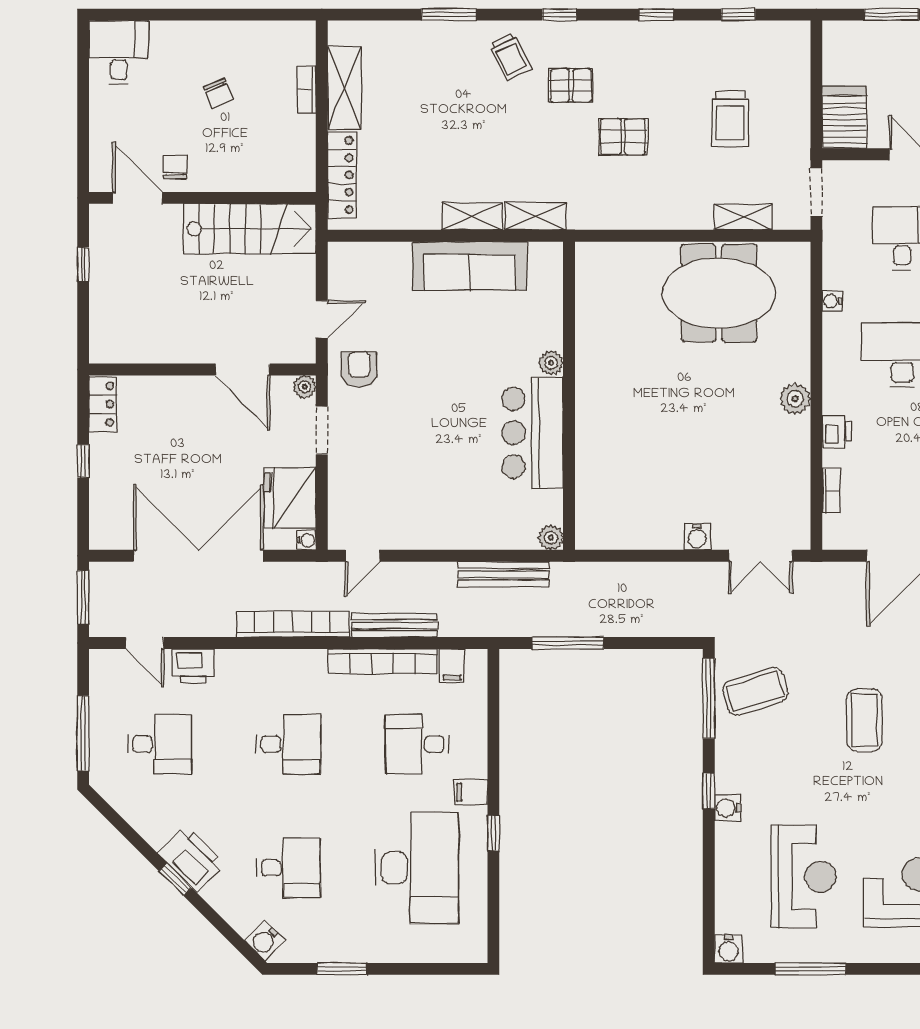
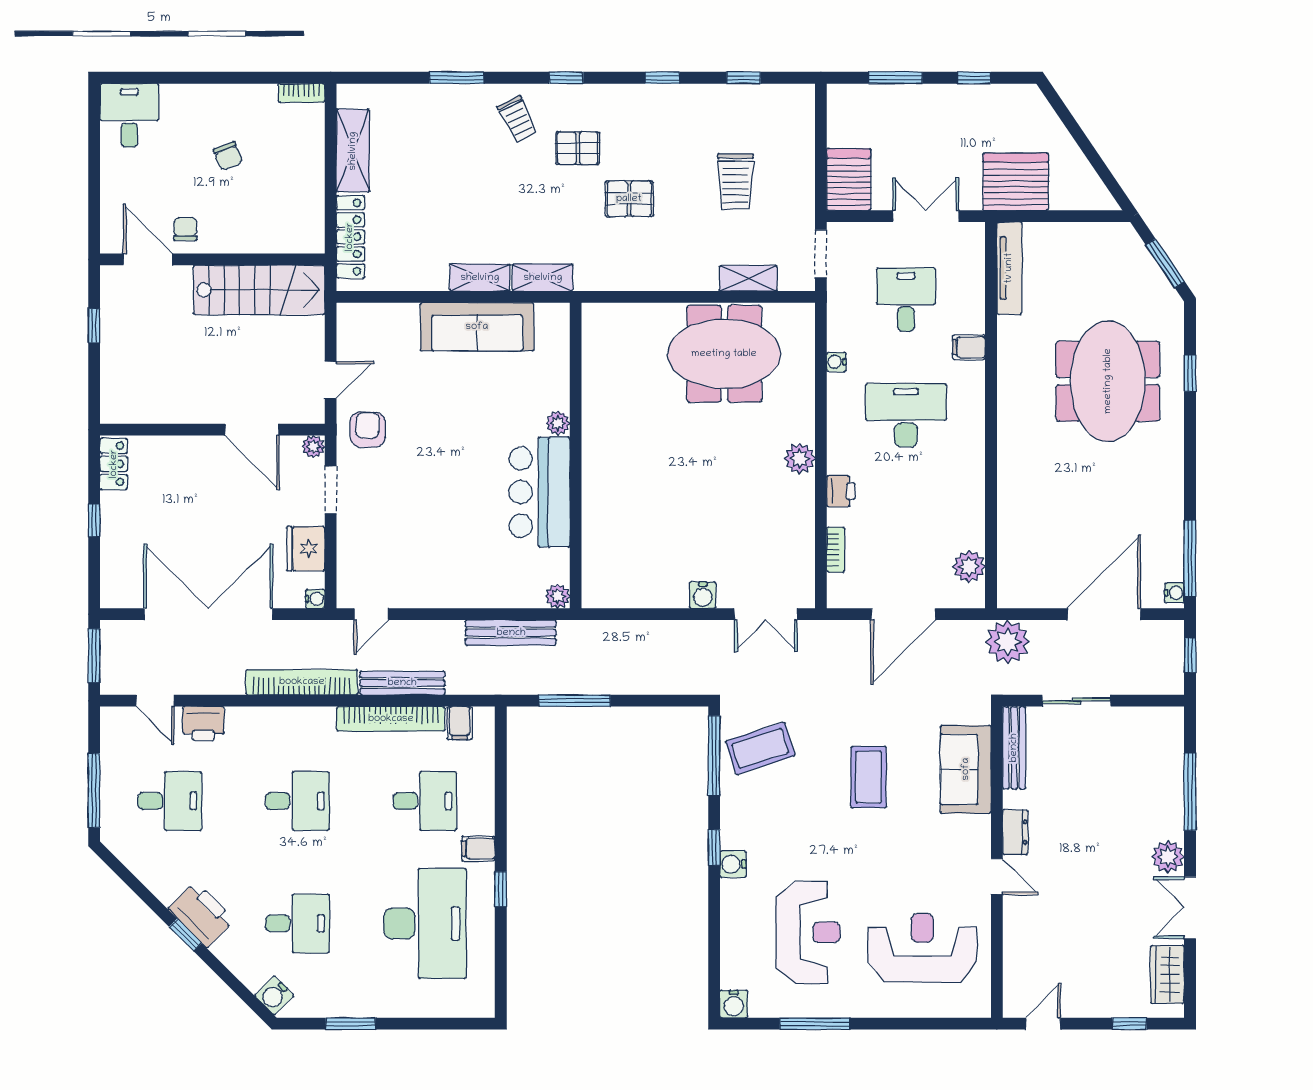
bookcase: (306, 90) -> (301, 93), moved, turned -90
fridge: (290, 498) -> (306, 549), width x0.73, depth x0.75
desk: (417, 744) -> (425, 801), turned 180

